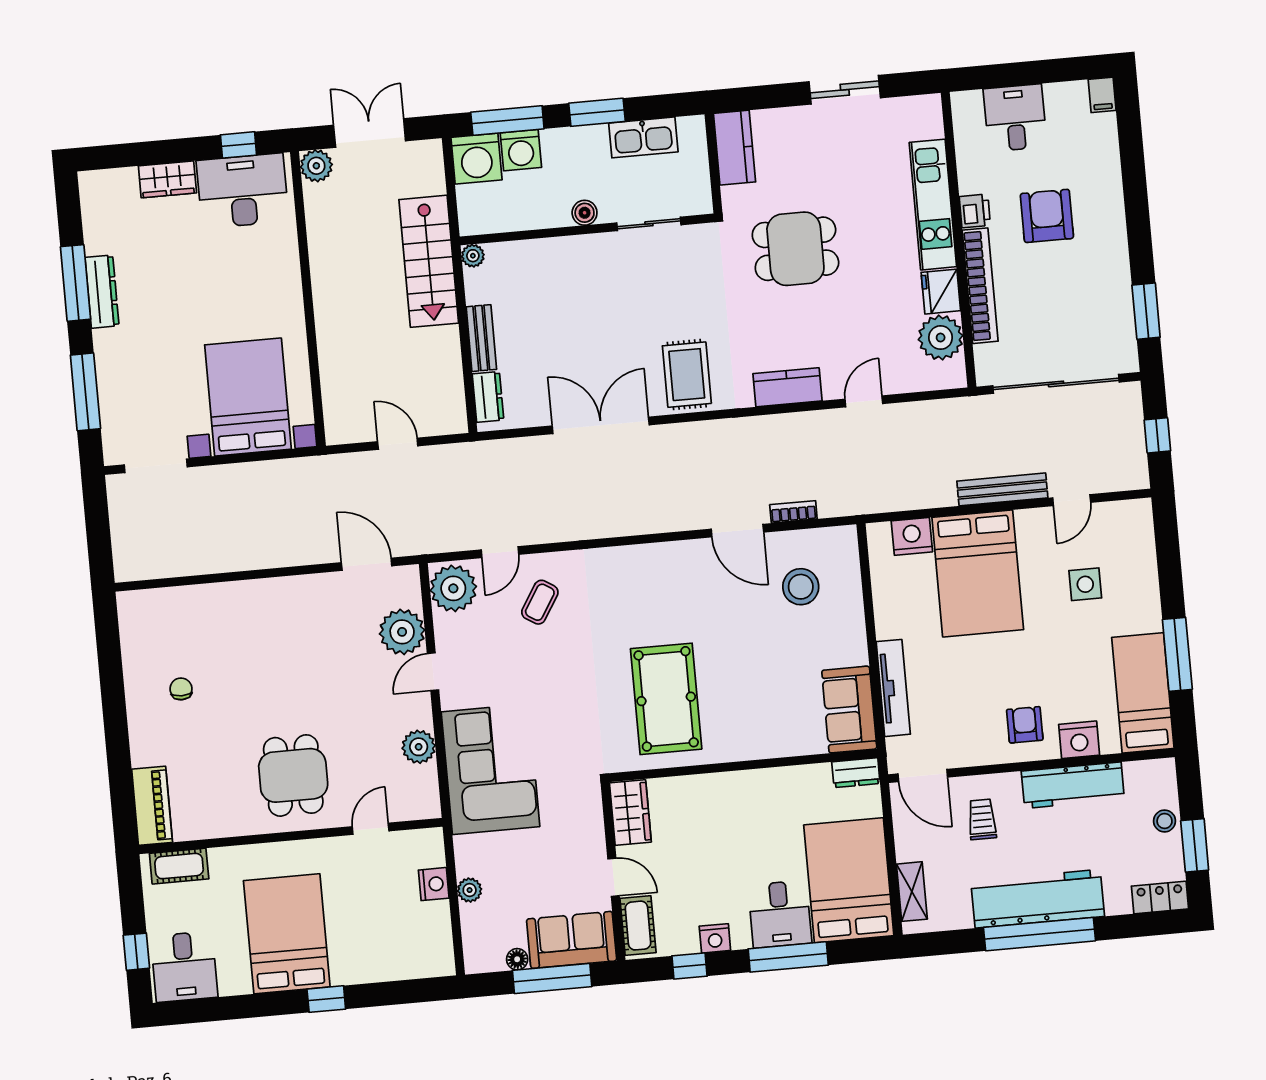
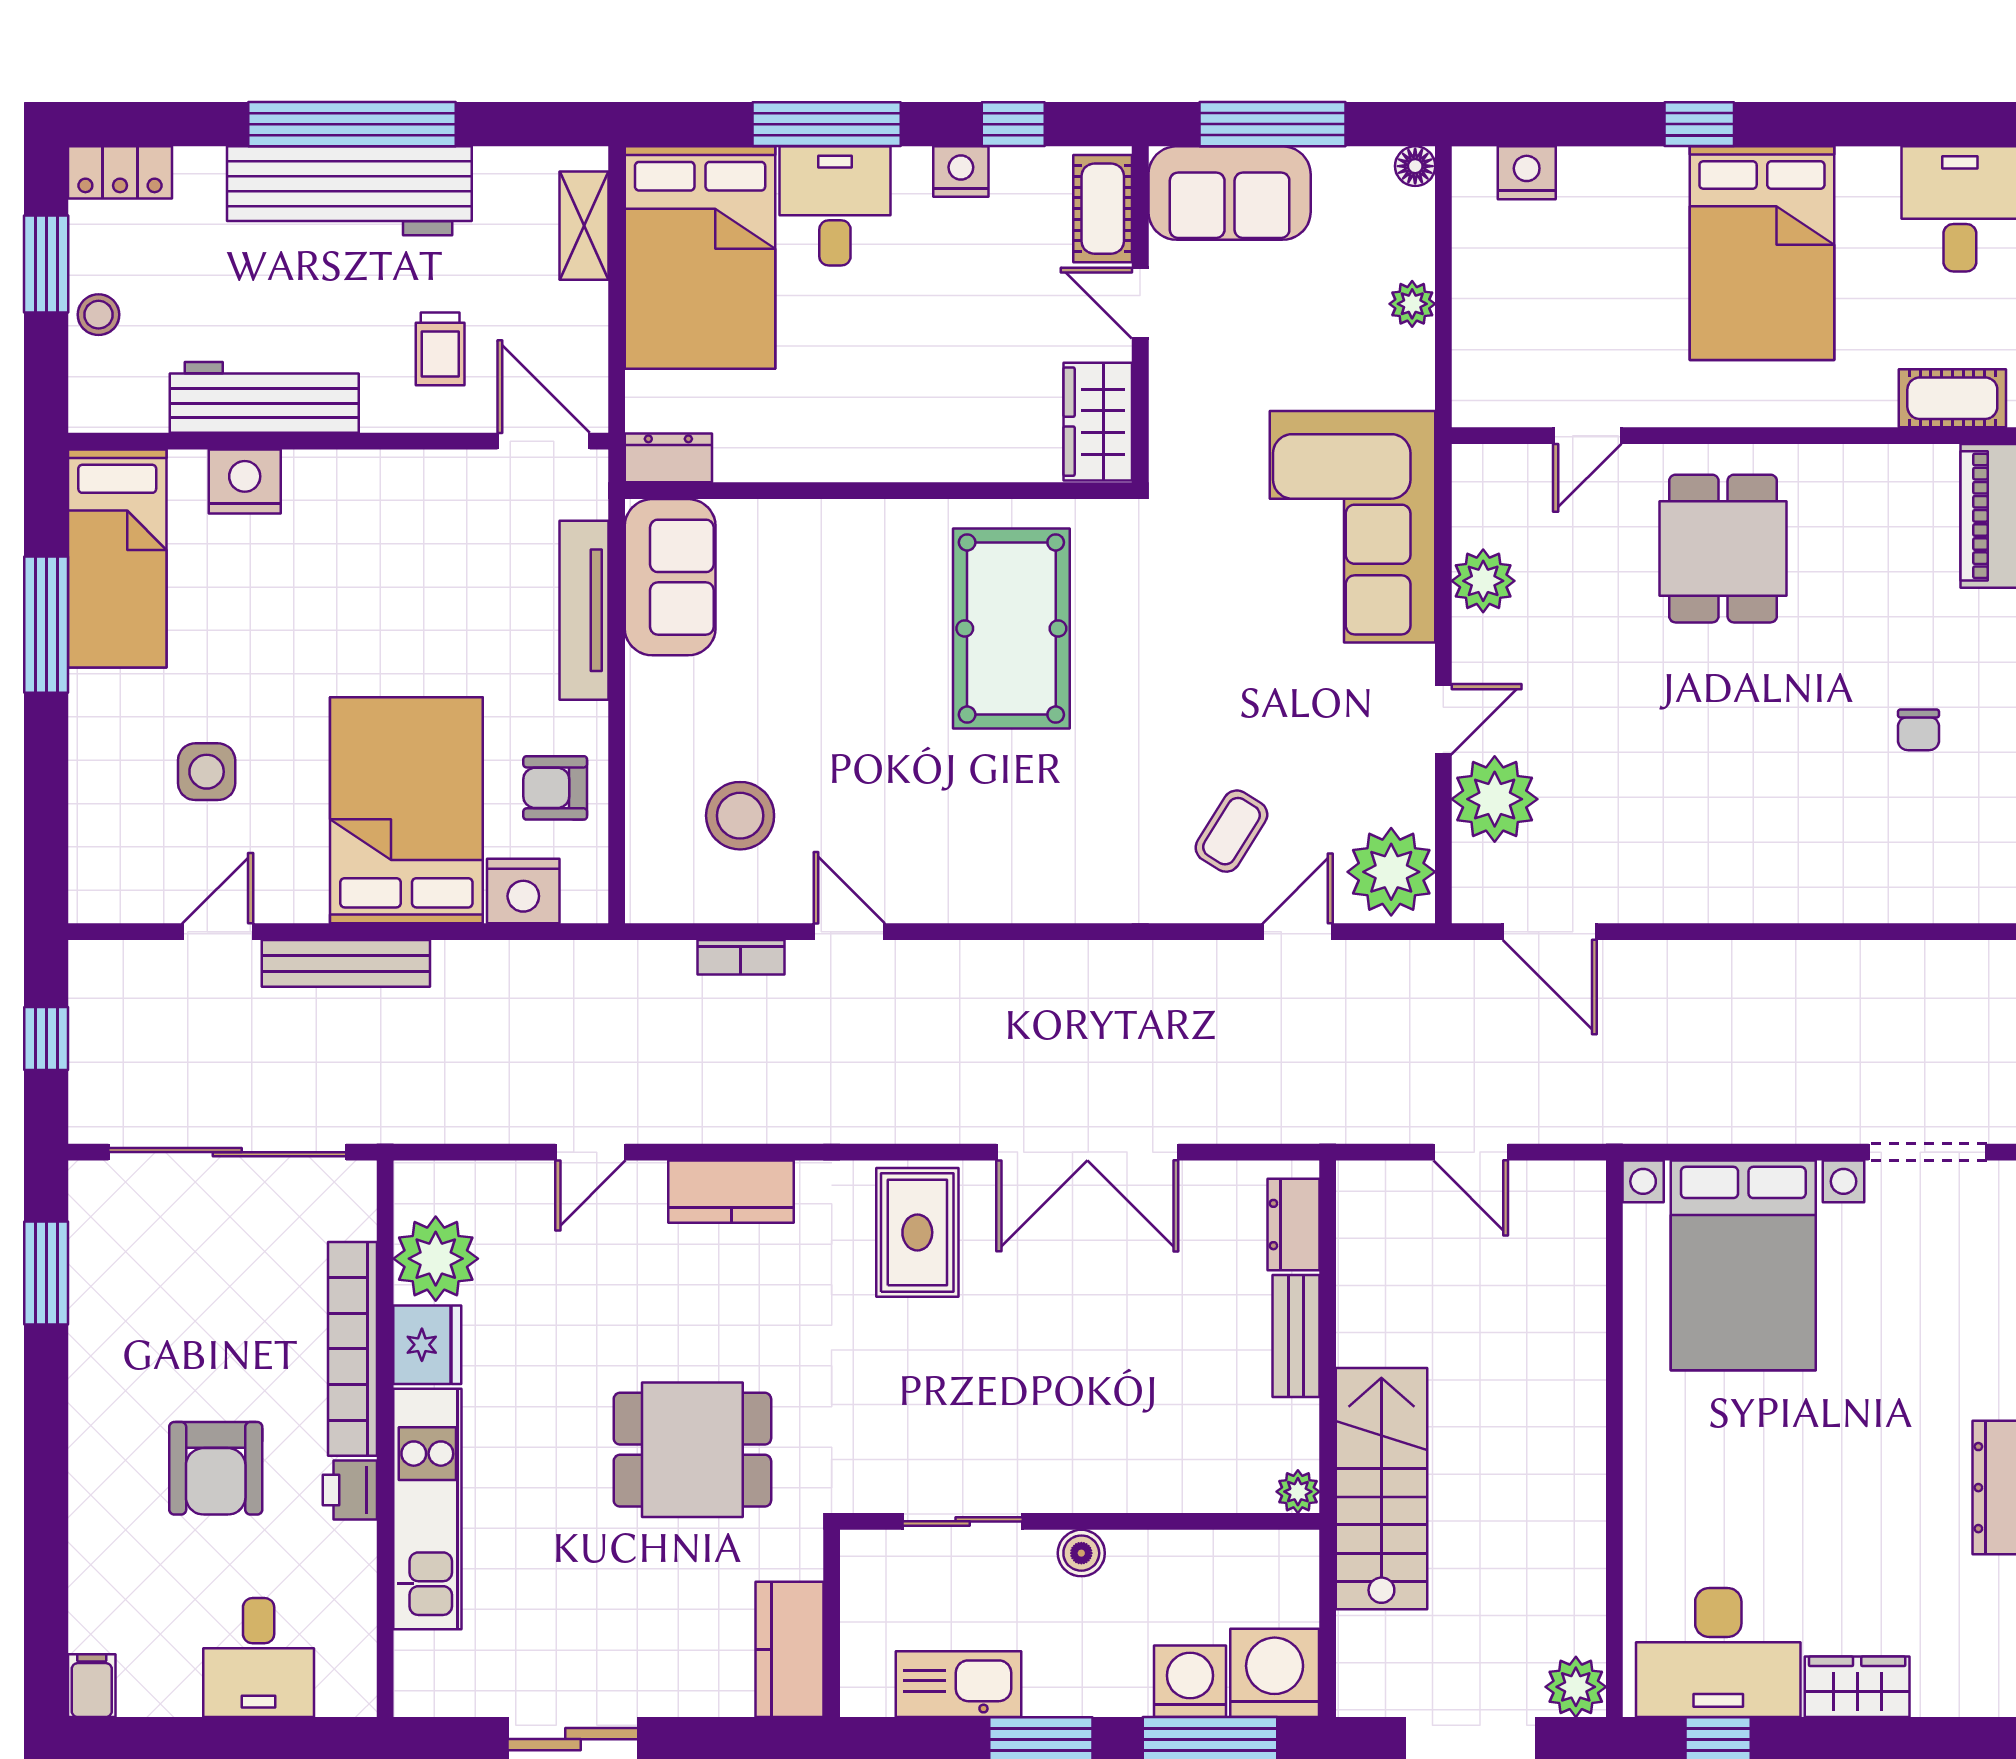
door: (737, 531) -> (849, 932), width x0.73
armchair: (1025, 725) -> (555, 788), moved, turned 90
nightstand: (434, 884) -> (1527, 173), moved, turned 90
floor lamp: (517, 959) -> (1415, 166), moved

